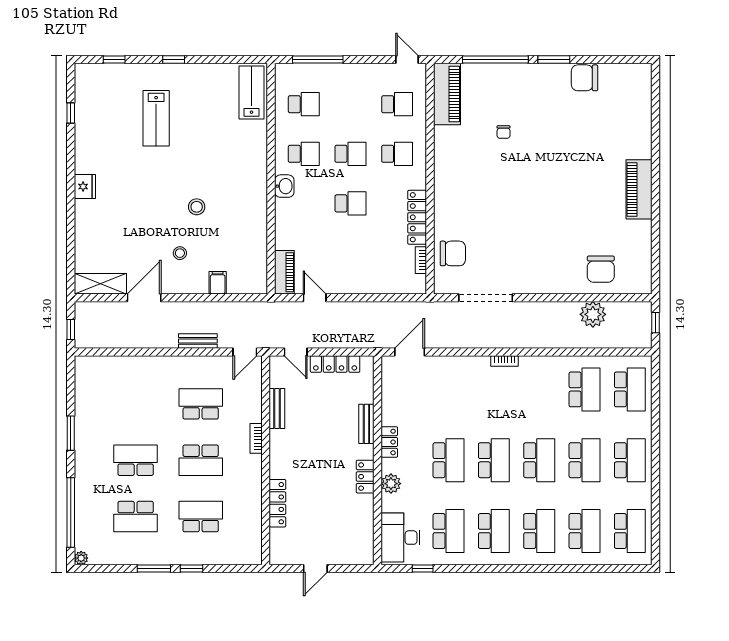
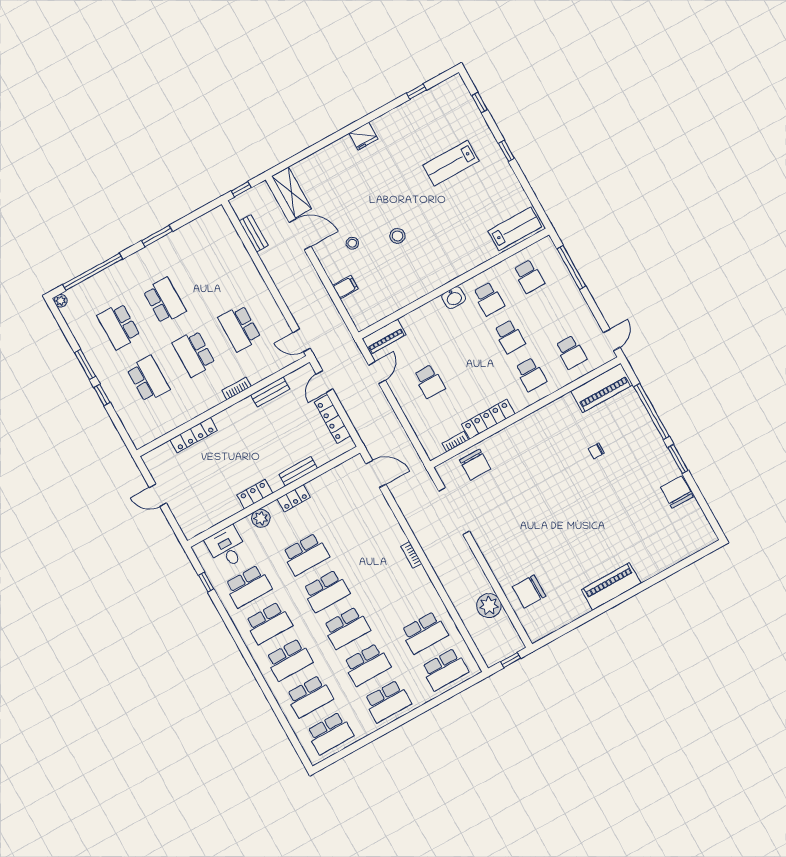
school desk: (350, 203) -> (429, 381), moved
bench: (198, 341) -> (254, 233), moved
school desk: (201, 404) -> (240, 328), turned 180
desk: (401, 538) -> (227, 547), width x0.73

